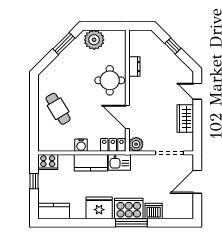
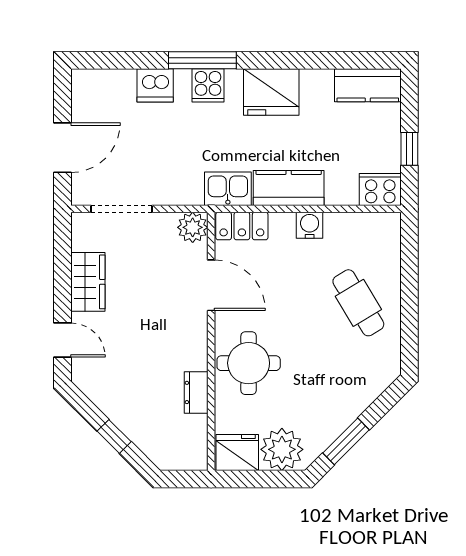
fridge: (115, 38) -> (237, 453), added
cooker: (129, 209) -> (208, 85), width x0.53, depth x0.76

